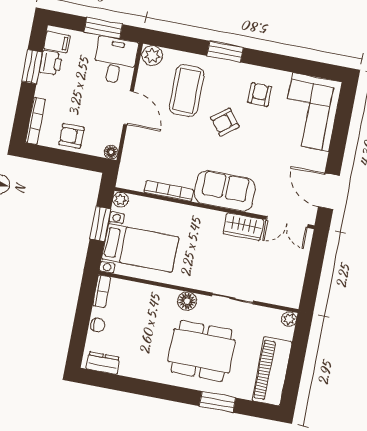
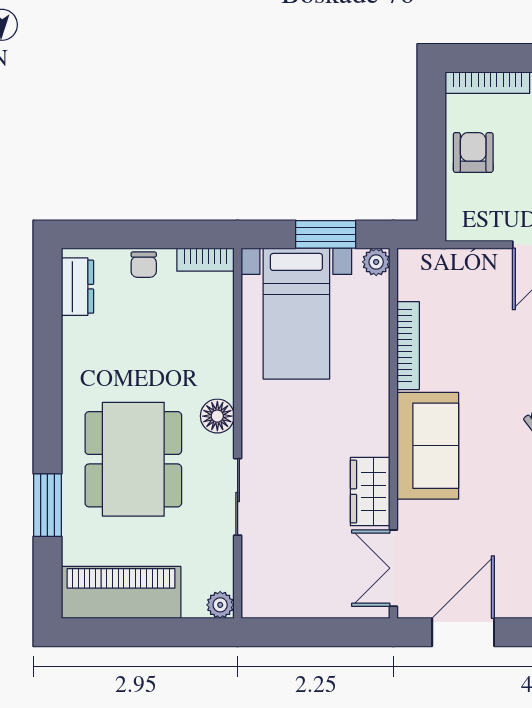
floor lamp: (111, 152) -> (458, 229), removed

